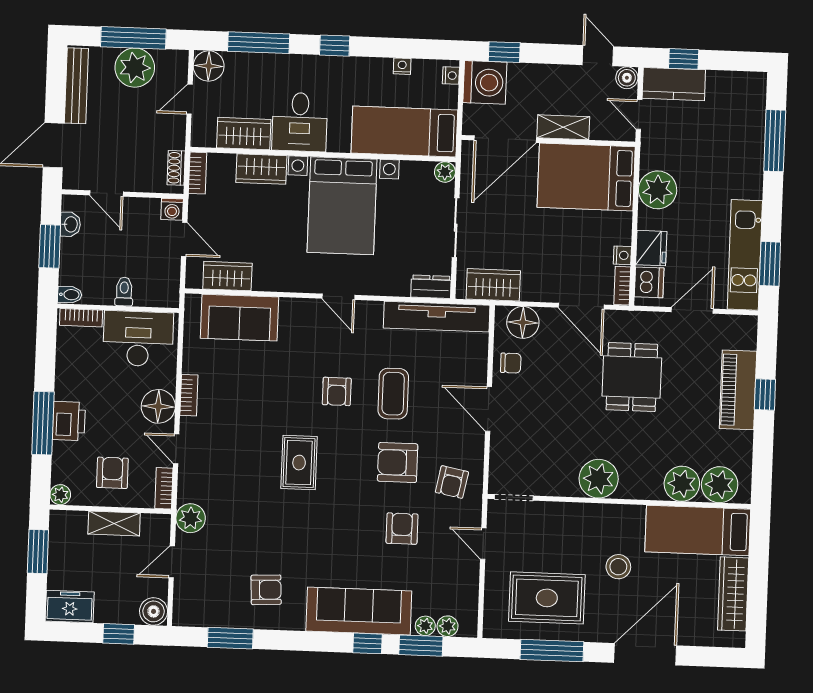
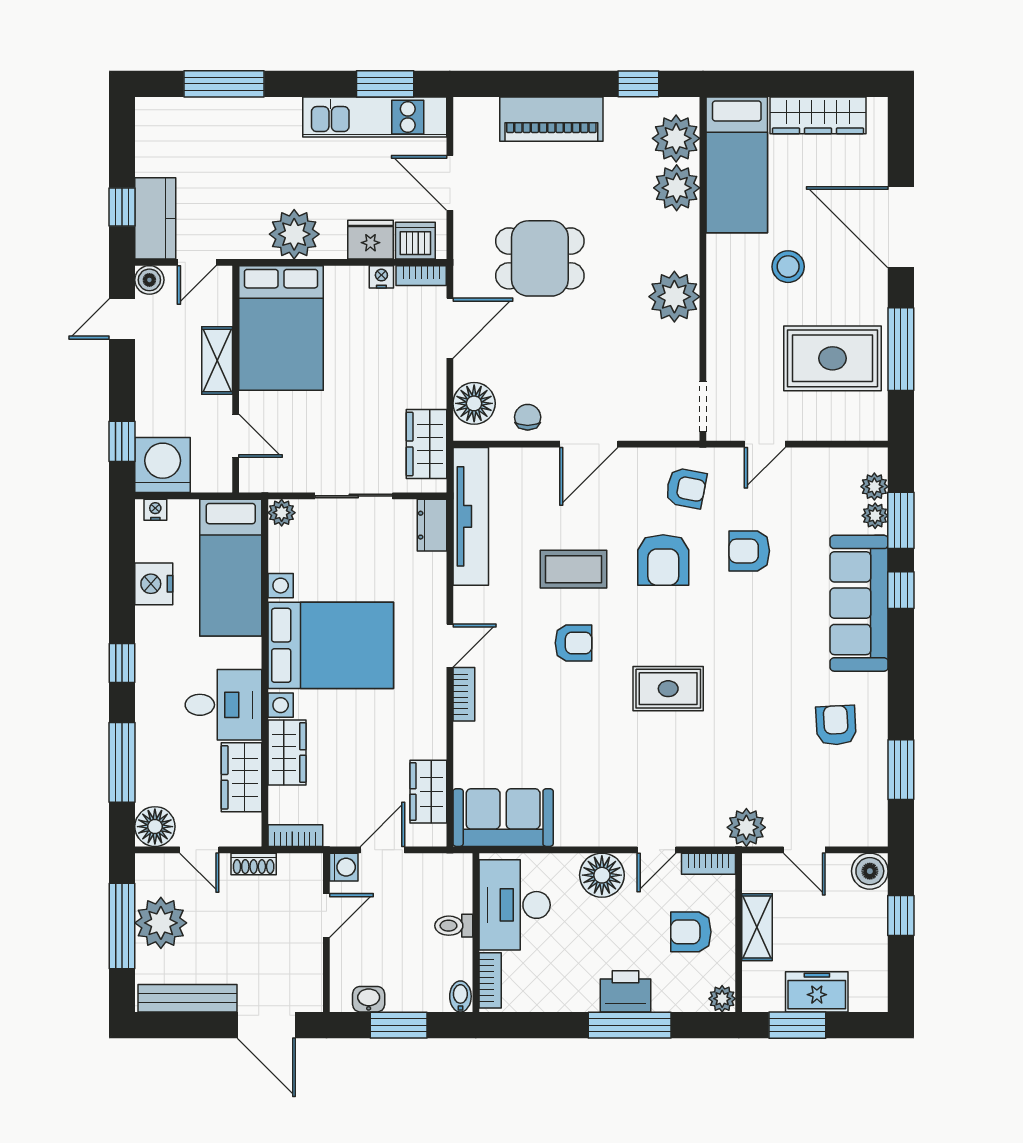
nightstand: (402, 66) -> (154, 584), width x1.89, depth x1.79
door: (505, 139) -> (236, 436), width x0.53
shoe rack: (176, 168) -> (254, 864), moved
door: (106, 193) -> (326, 916), moved
sofa: (239, 318) -> (503, 818), moved, turned -90
window: (765, 394) -> (638, 84), moved
bookcase: (189, 395) -> (464, 694), moved, turned 90
rug: (547, 598) -> (833, 358), turned 90
freezer: (70, 607) -> (817, 992), moved, turned 90

